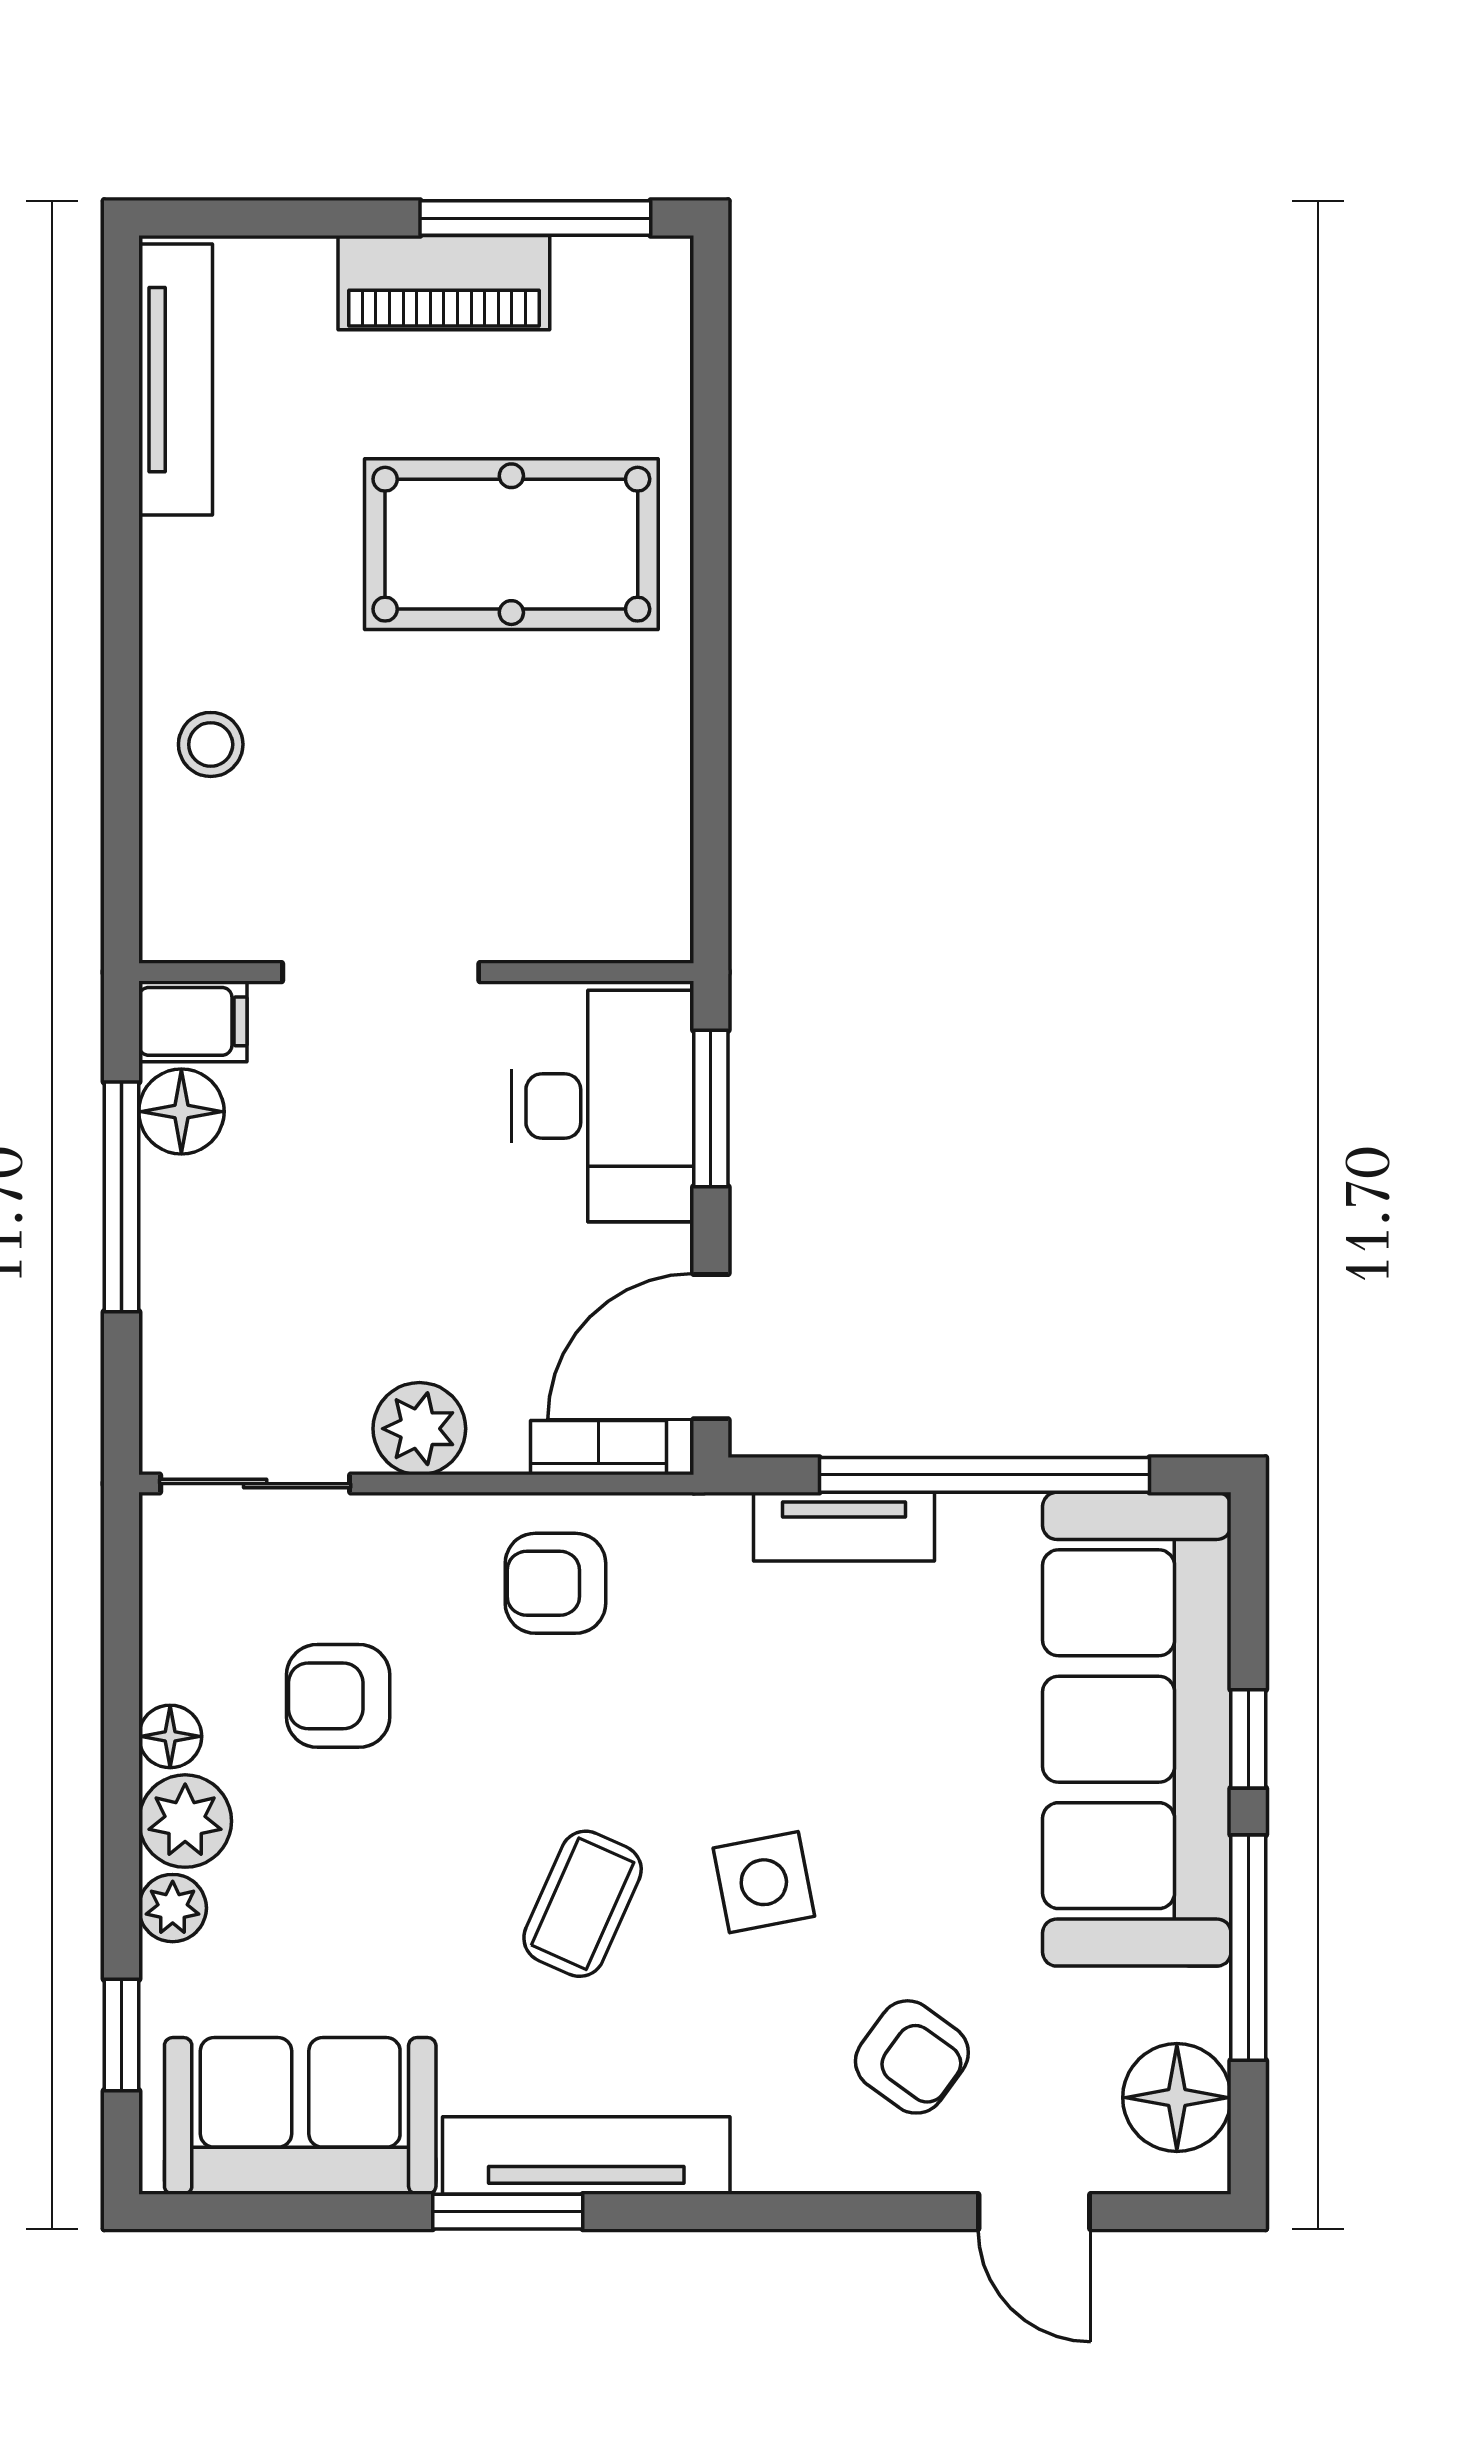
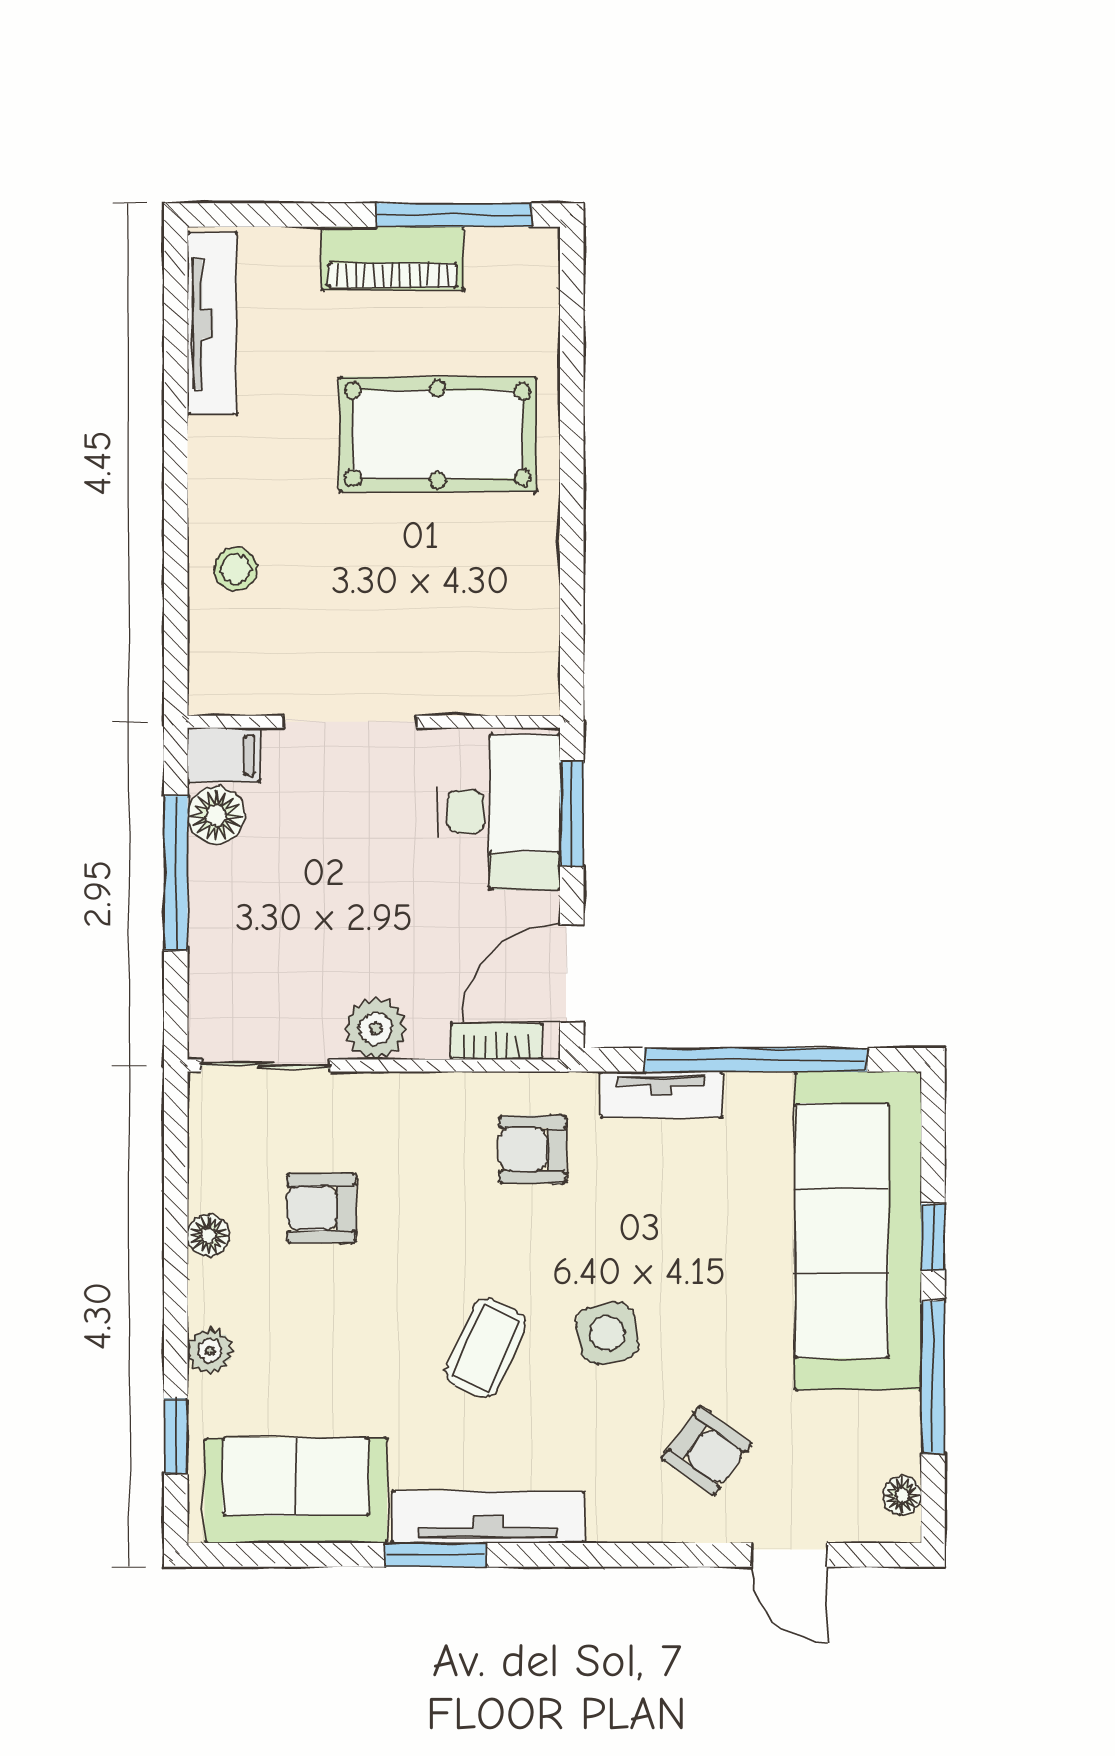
armchair: (555, 1583) -> (533, 1149), moved
plant: (185, 1821) -> (218, 1292), removed
floor lamp: (1177, 2098) -> (902, 1495), width x0.53, depth x0.53

